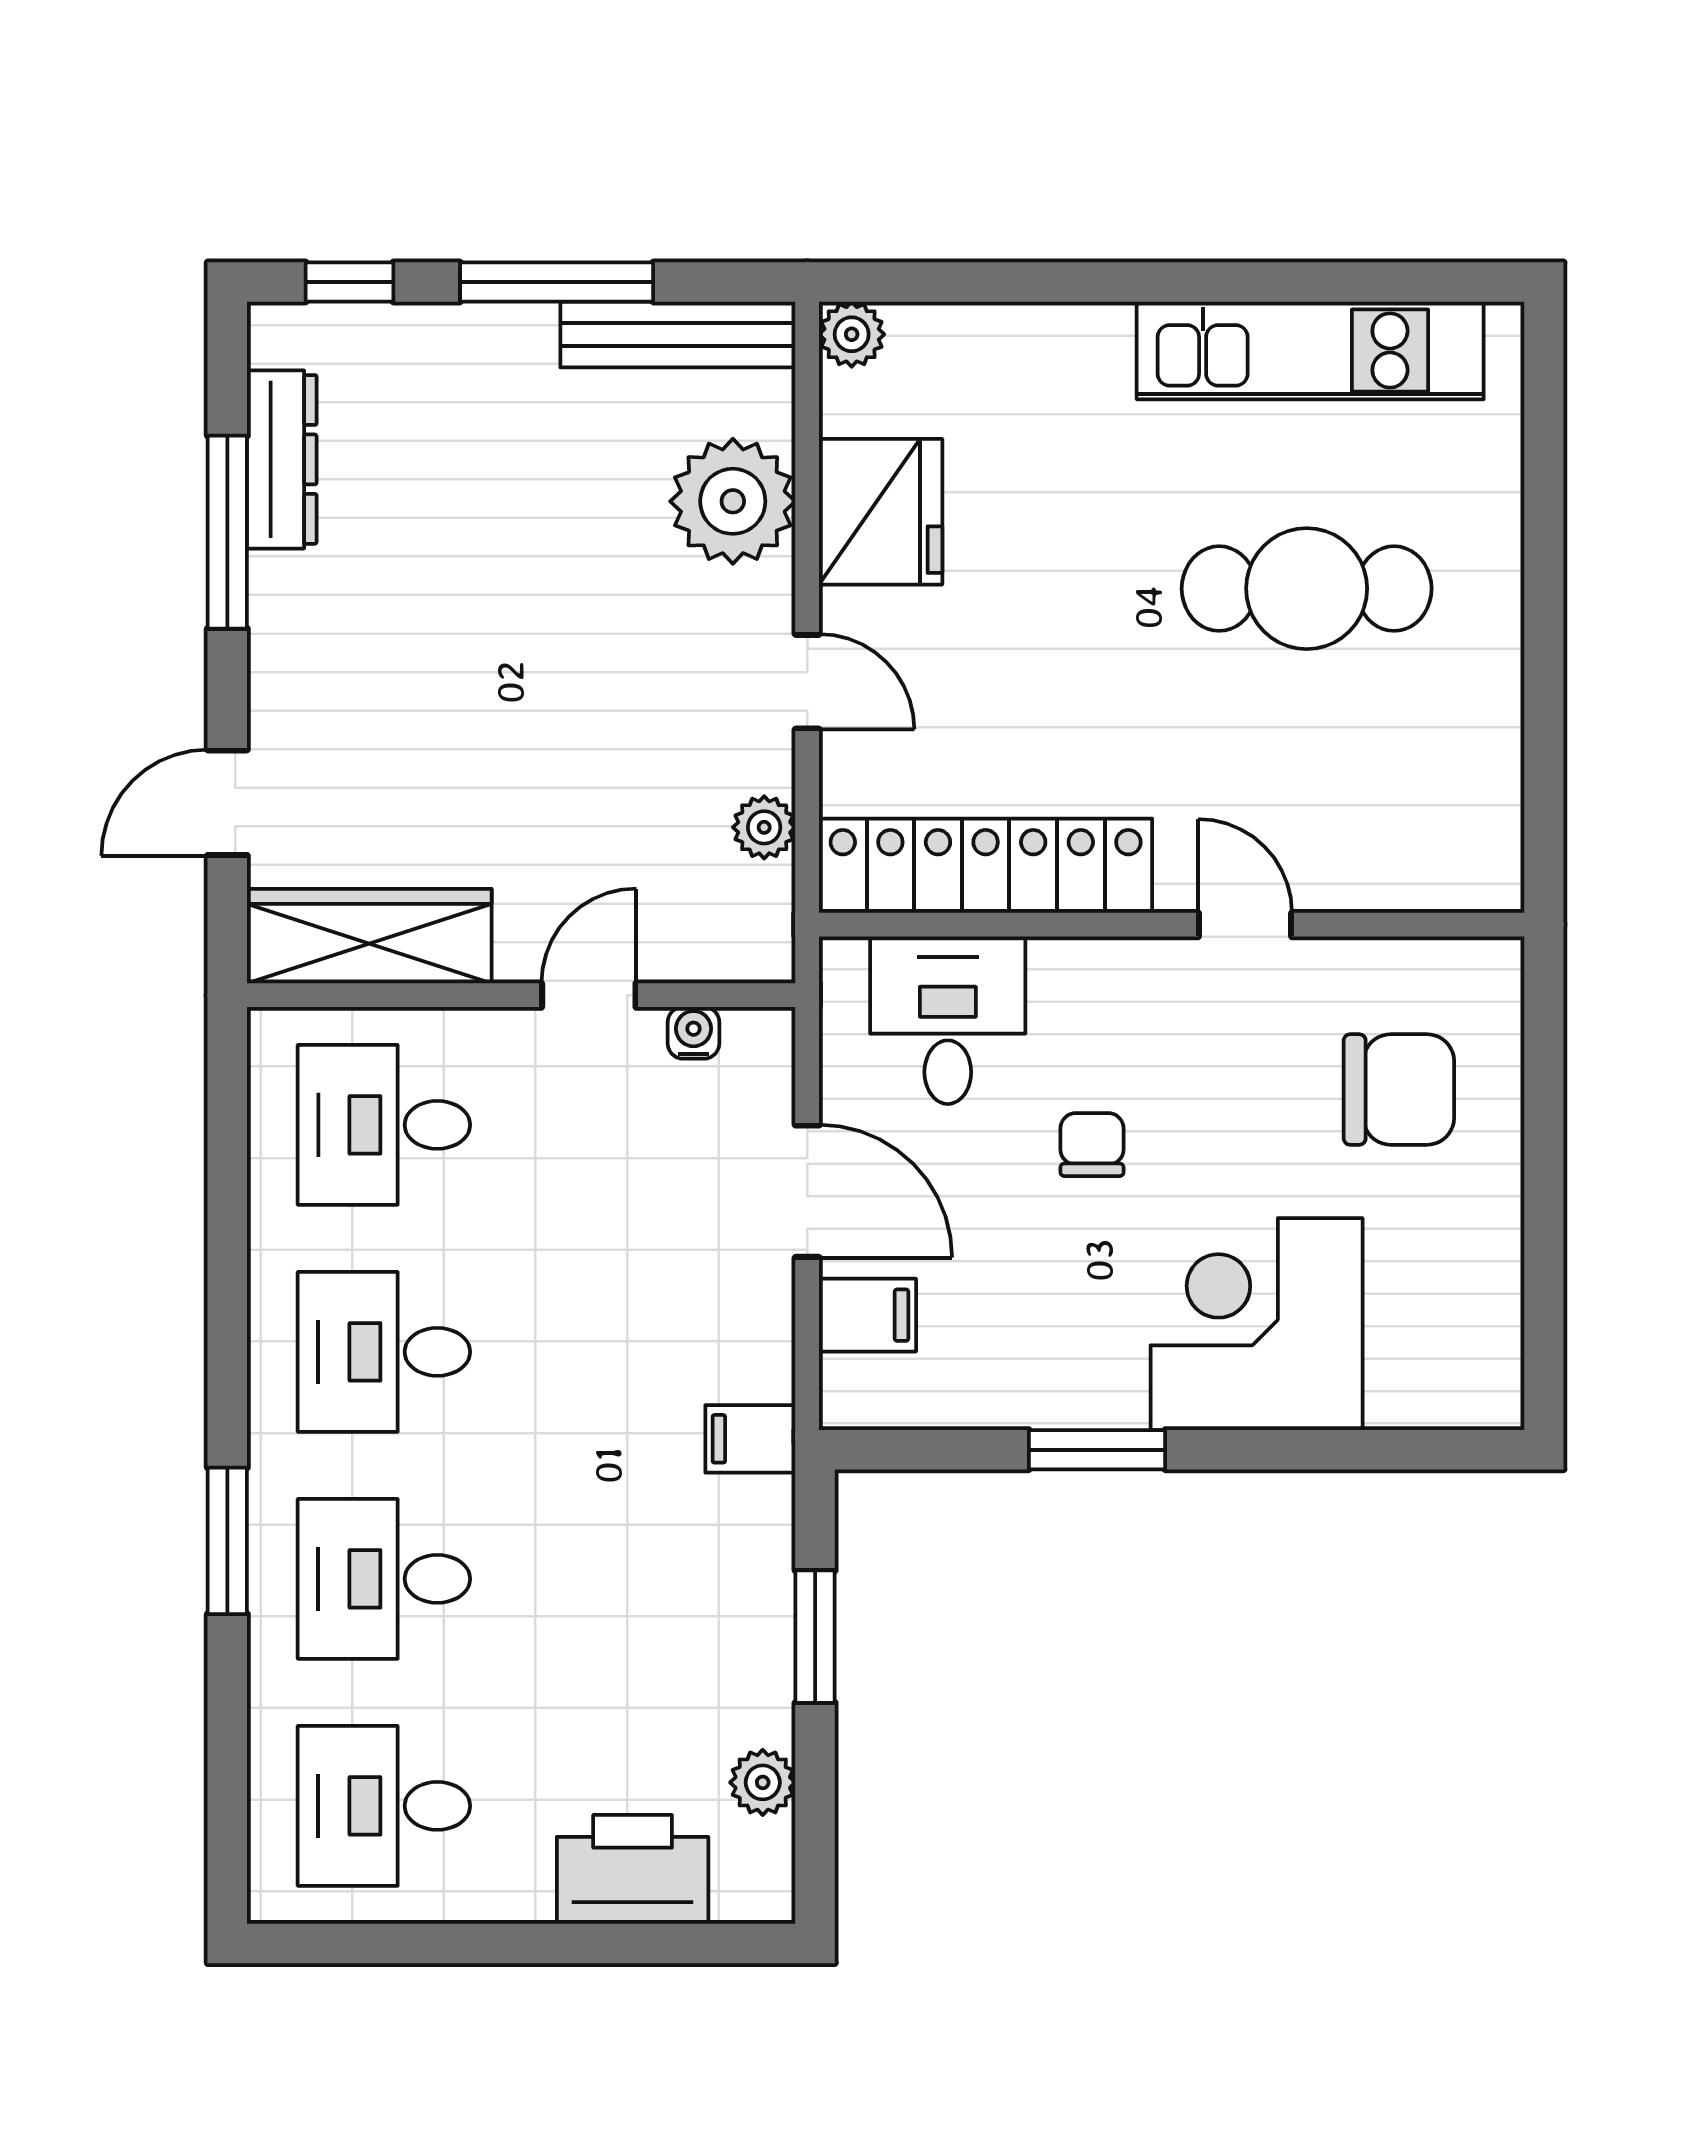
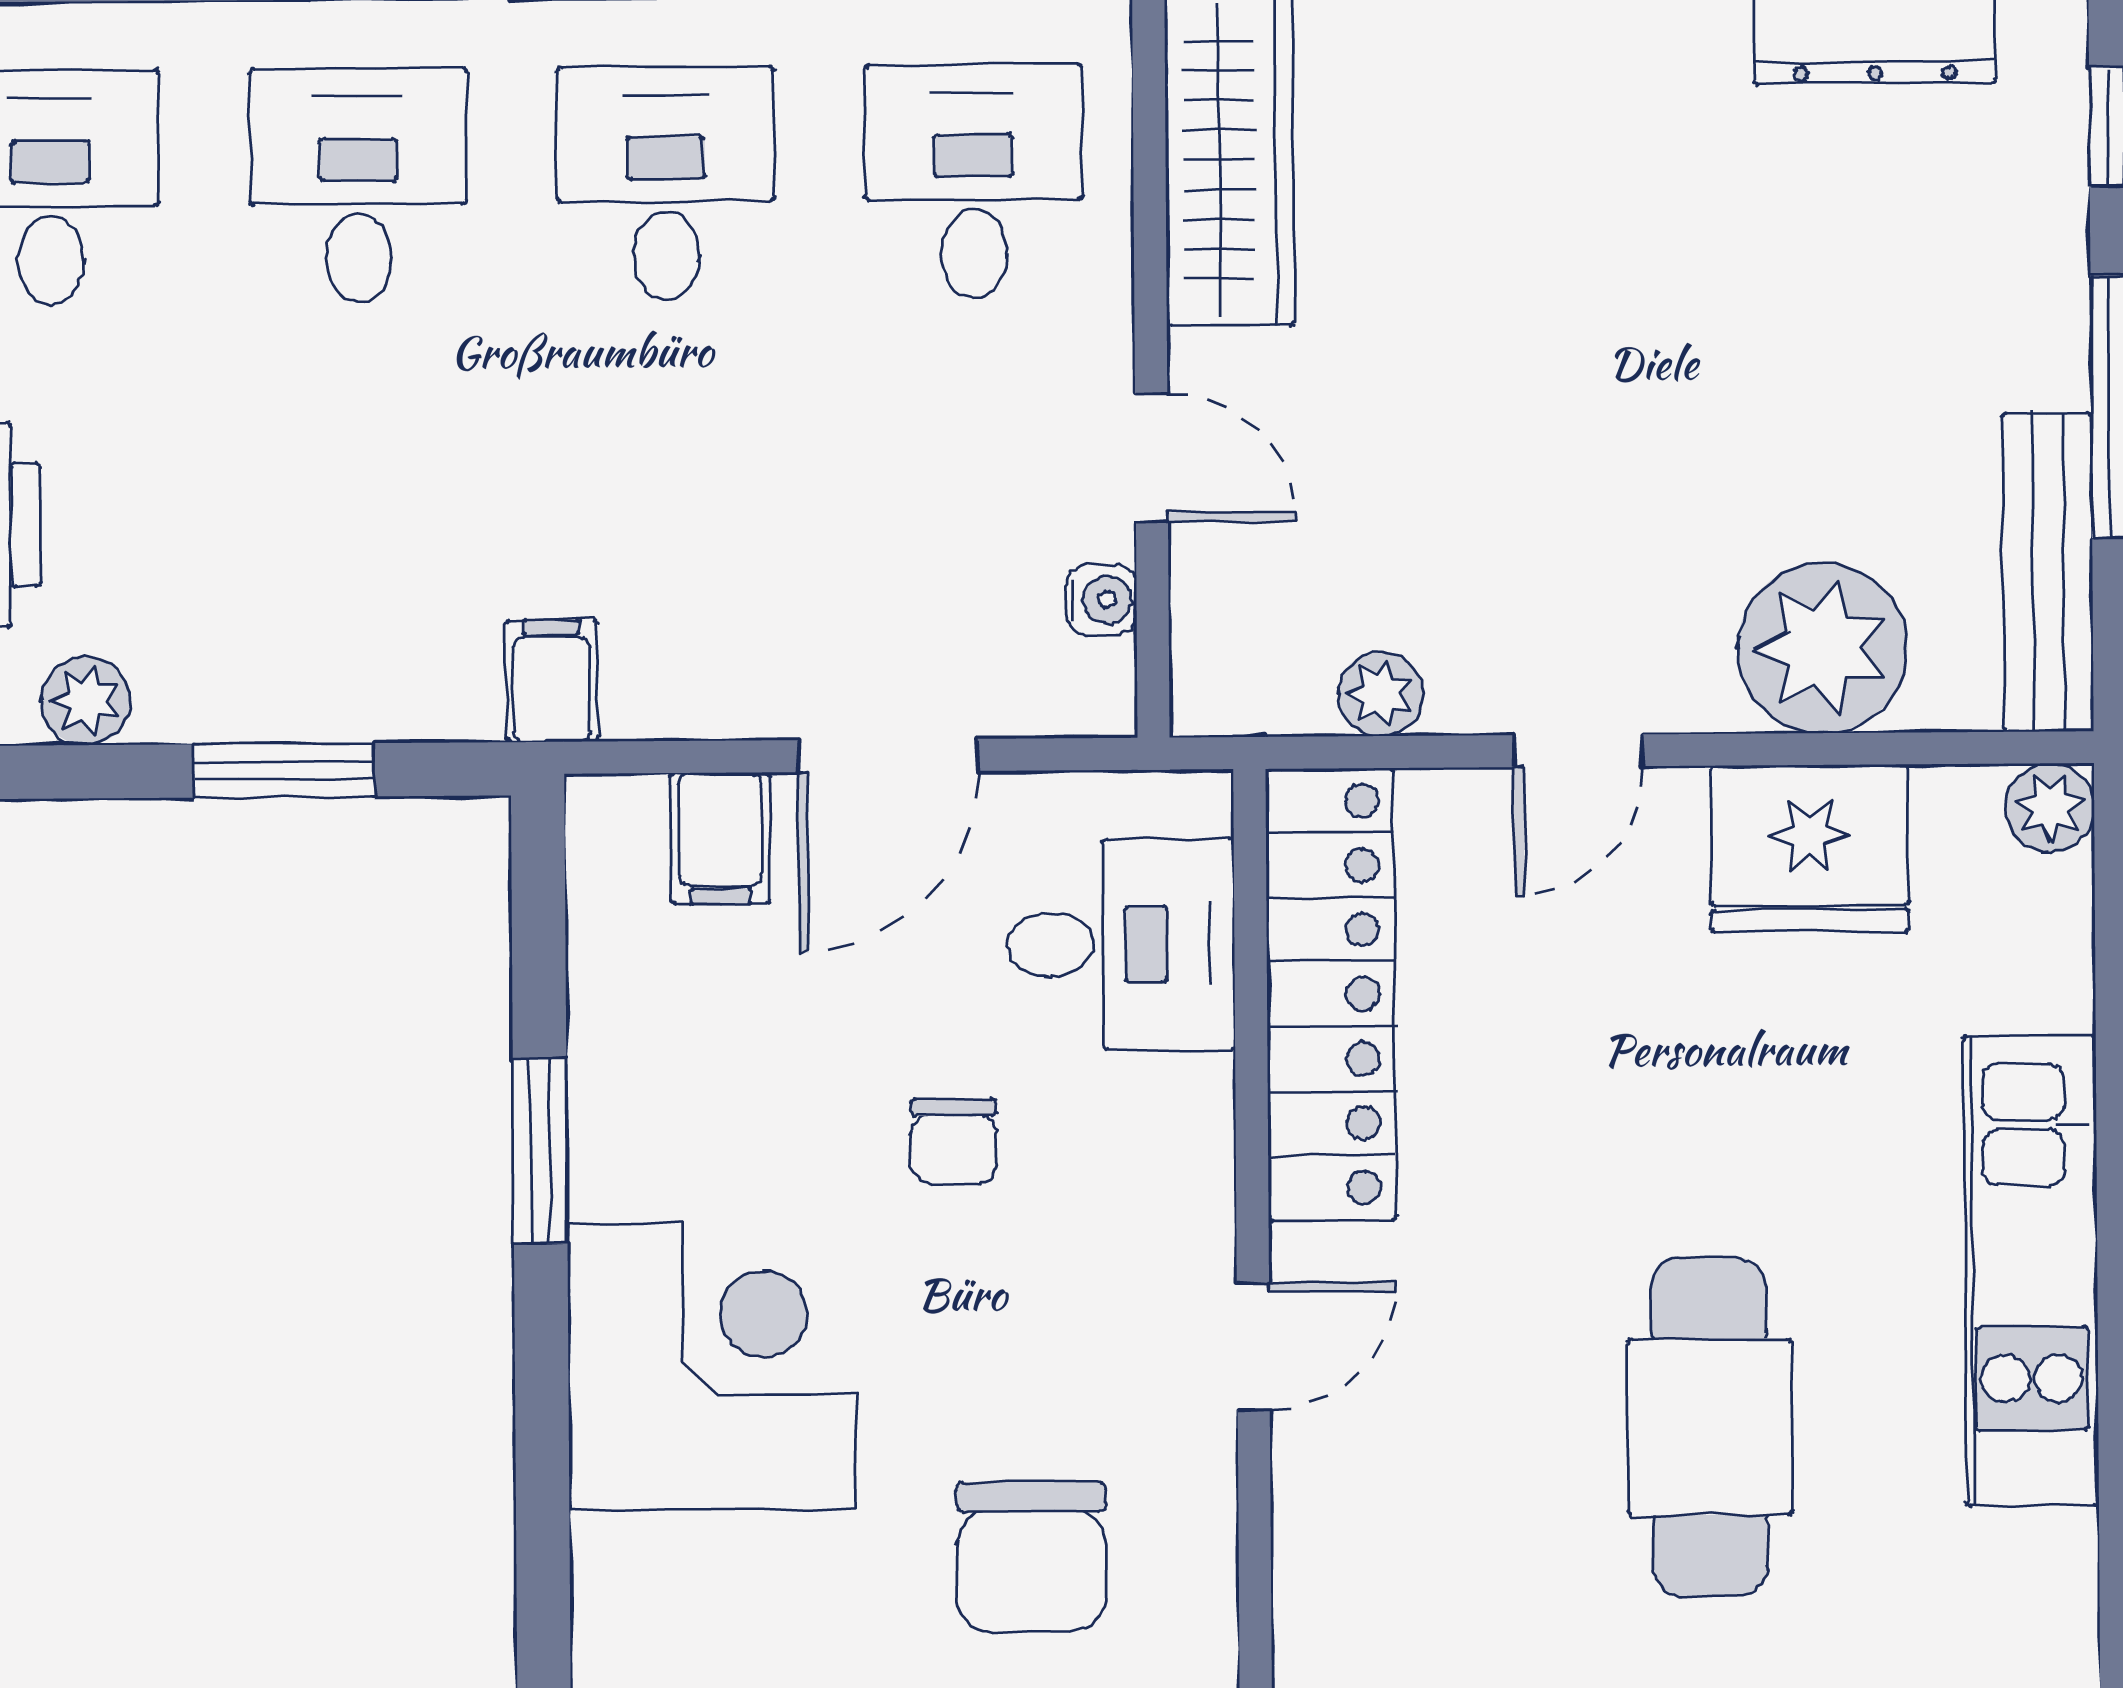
kitchen unit: (1310, 350) -> (2031, 1270), moved
chair: (1092, 1145) -> (954, 1141), turned 90

